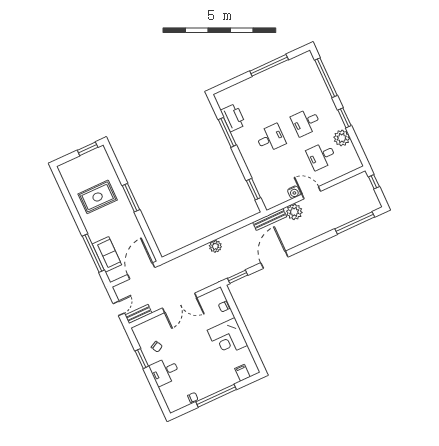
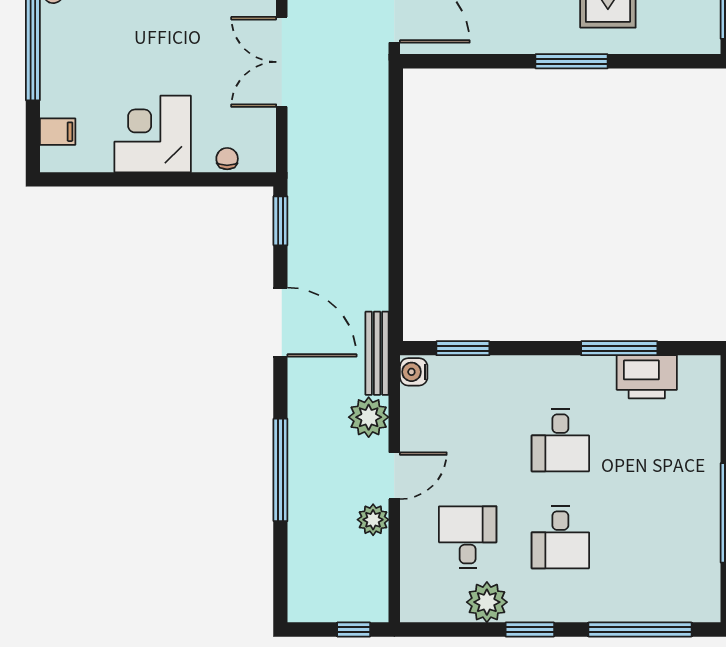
desk: (306, 122) -> (560, 537), turned 180
water cooler: (294, 192) -> (414, 372), moved
window: (355, 223) -> (280, 470), moved
plant: (215, 246) -> (373, 520), moved

